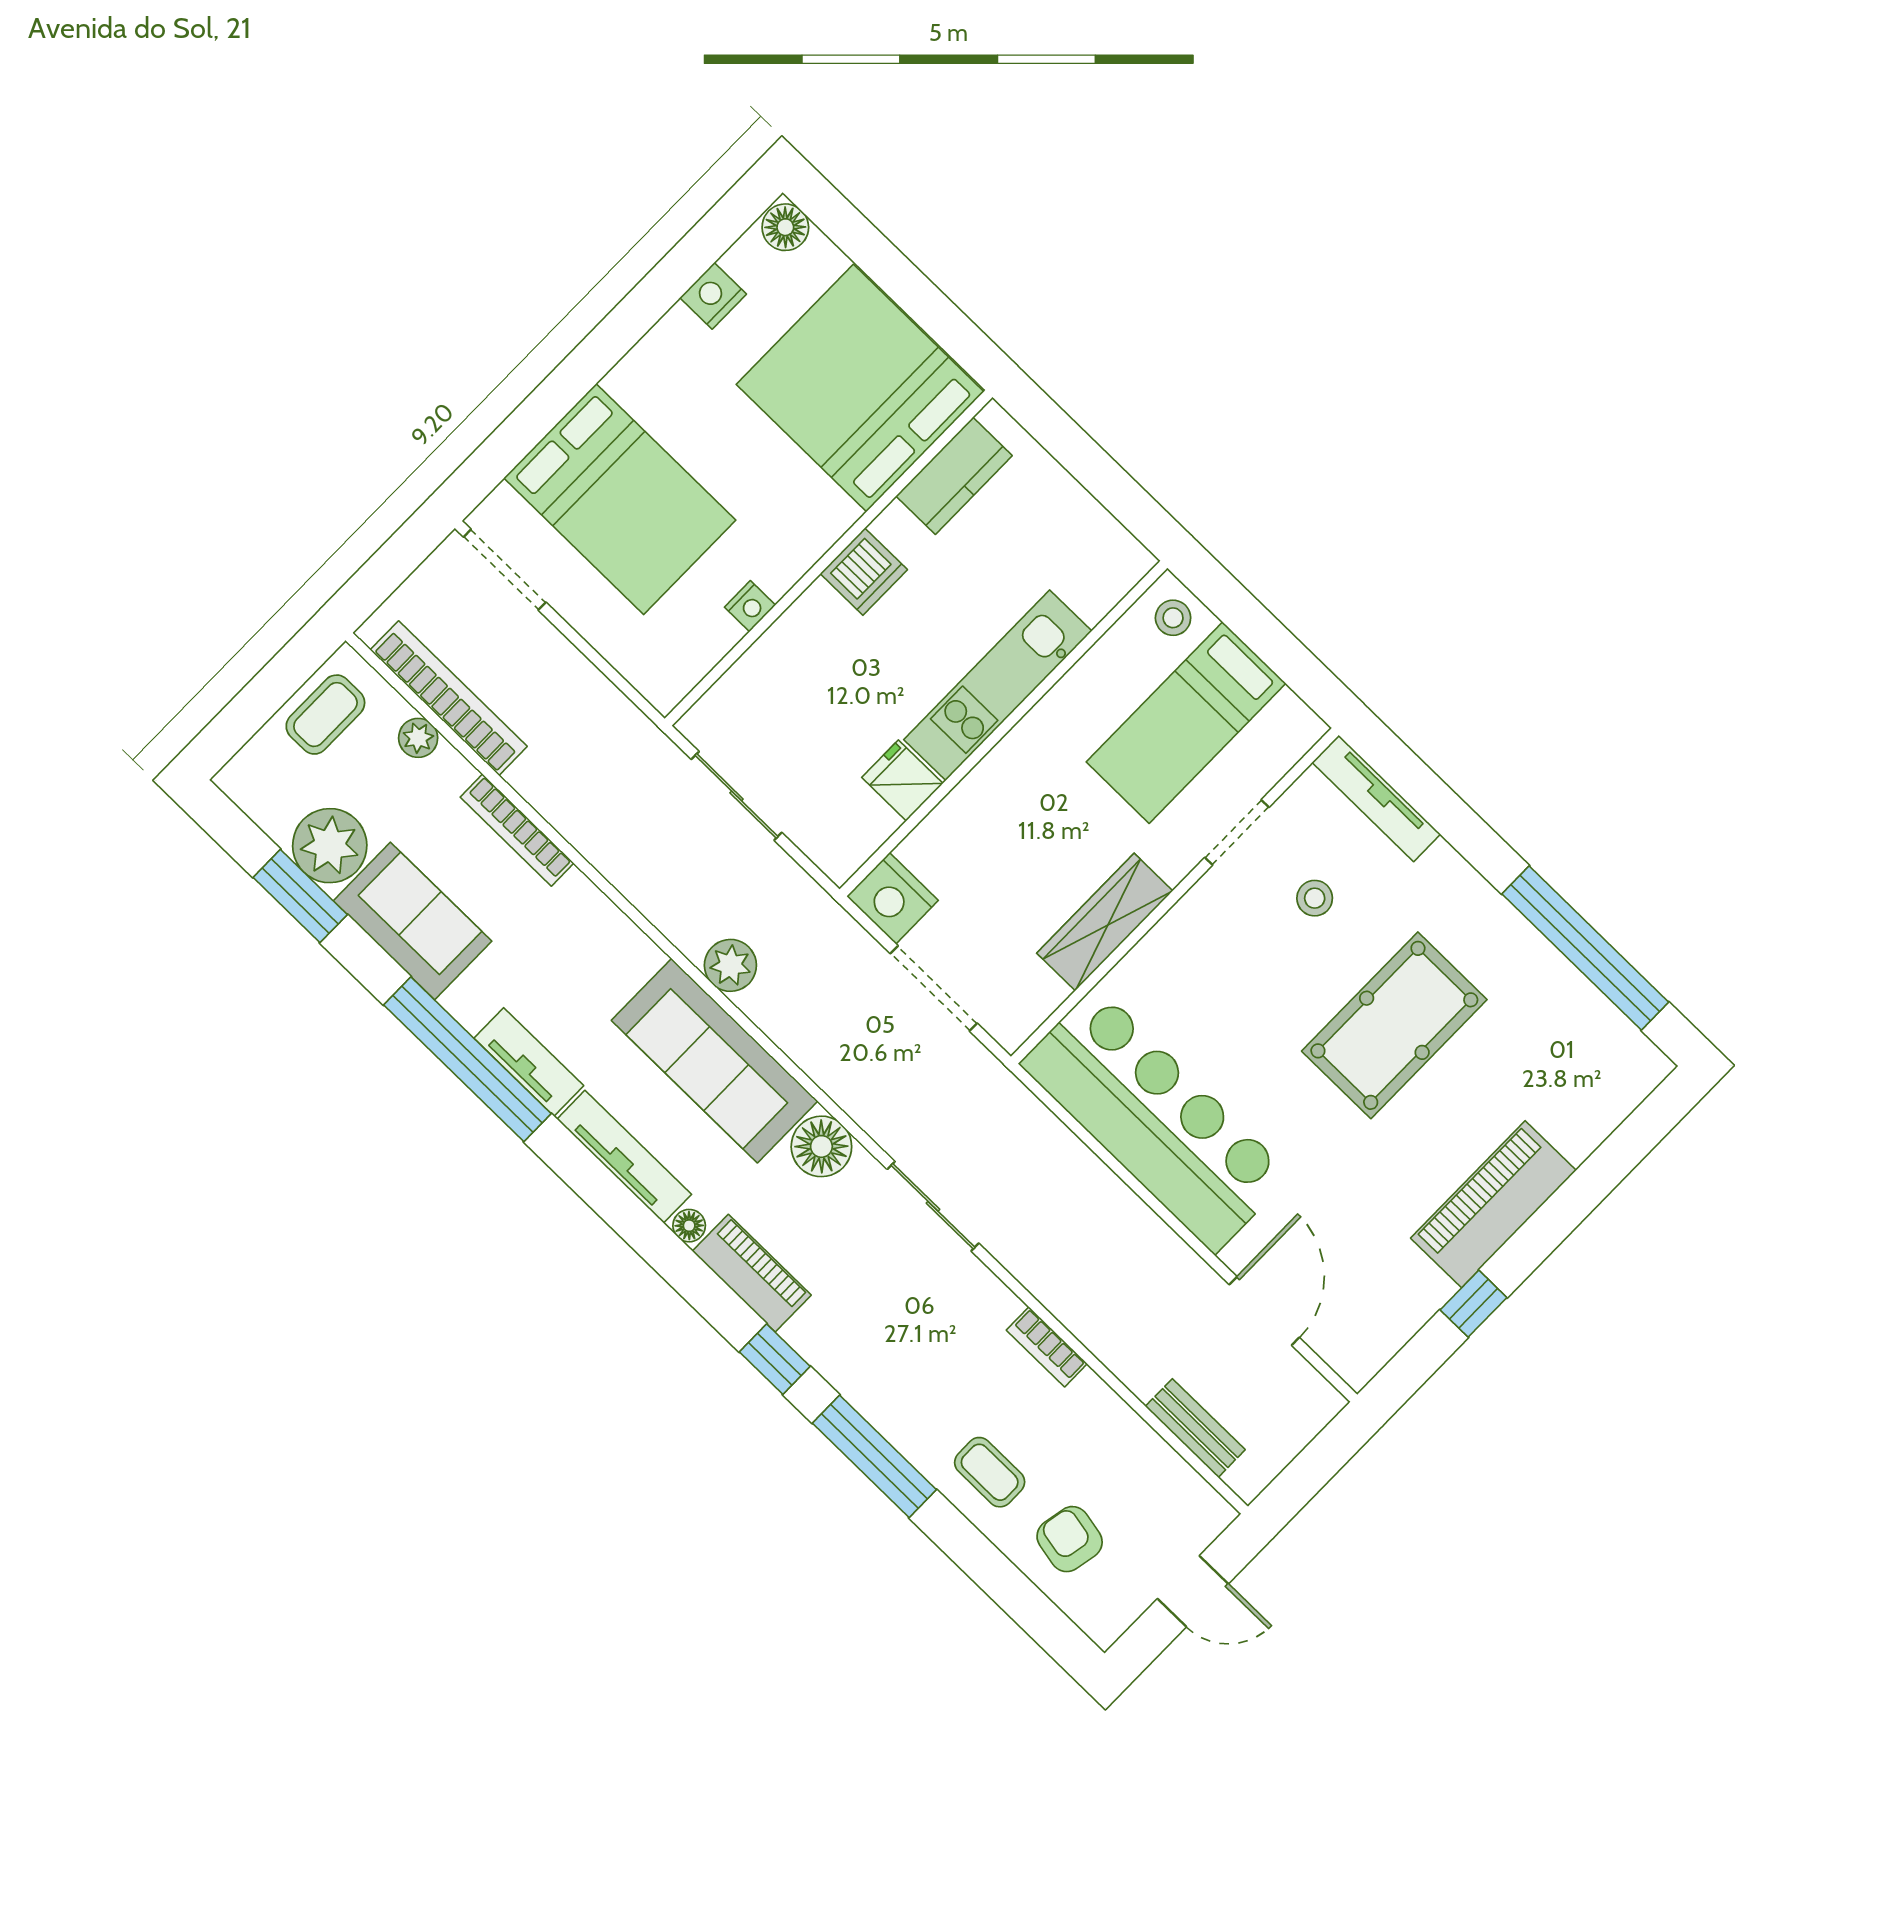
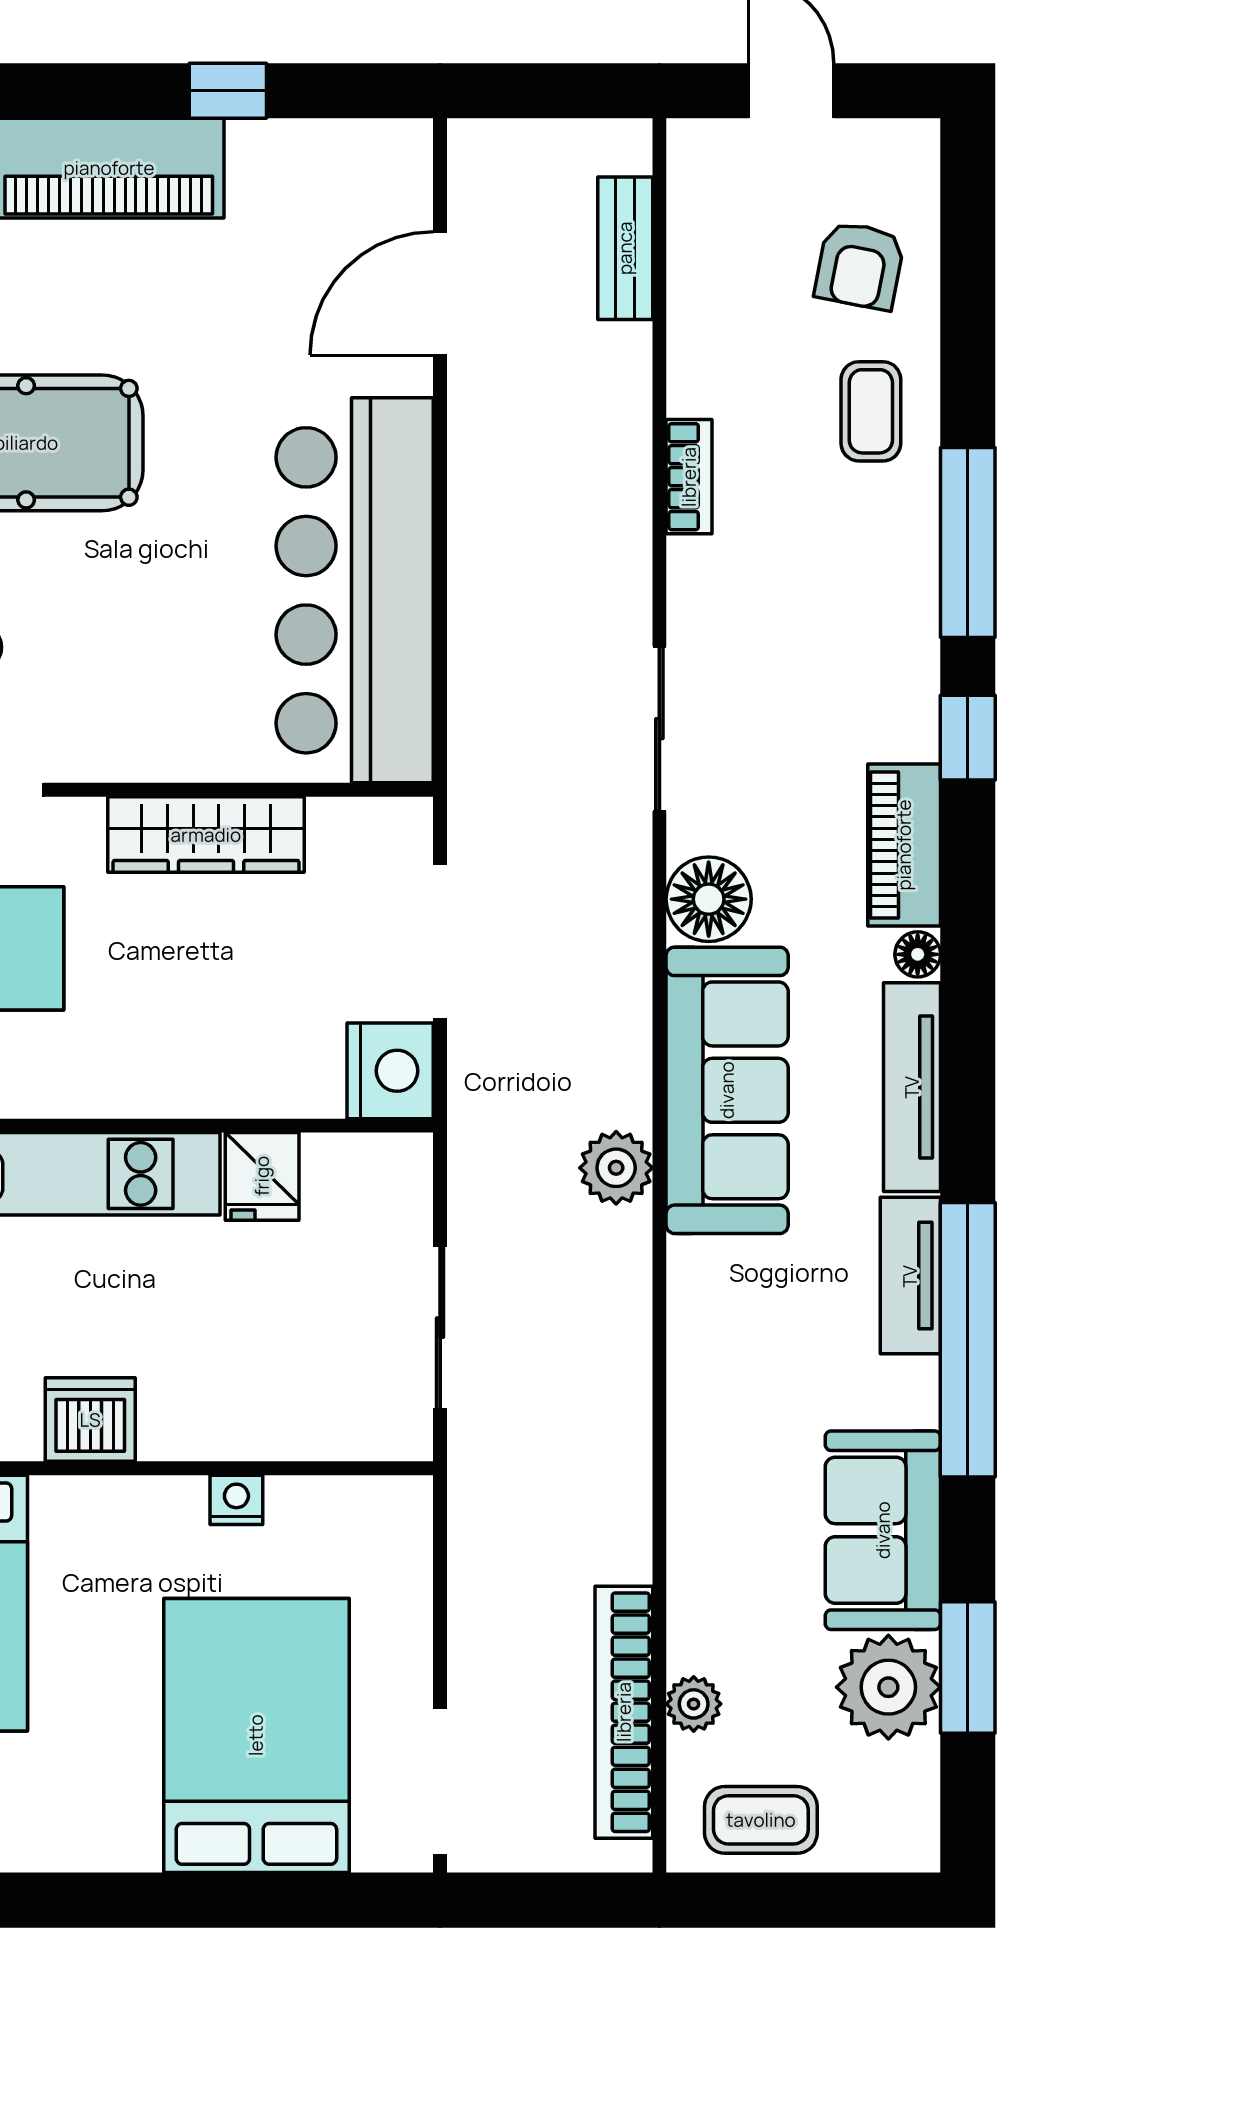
bookcase: (517, 830) -> (689, 1514), removed

